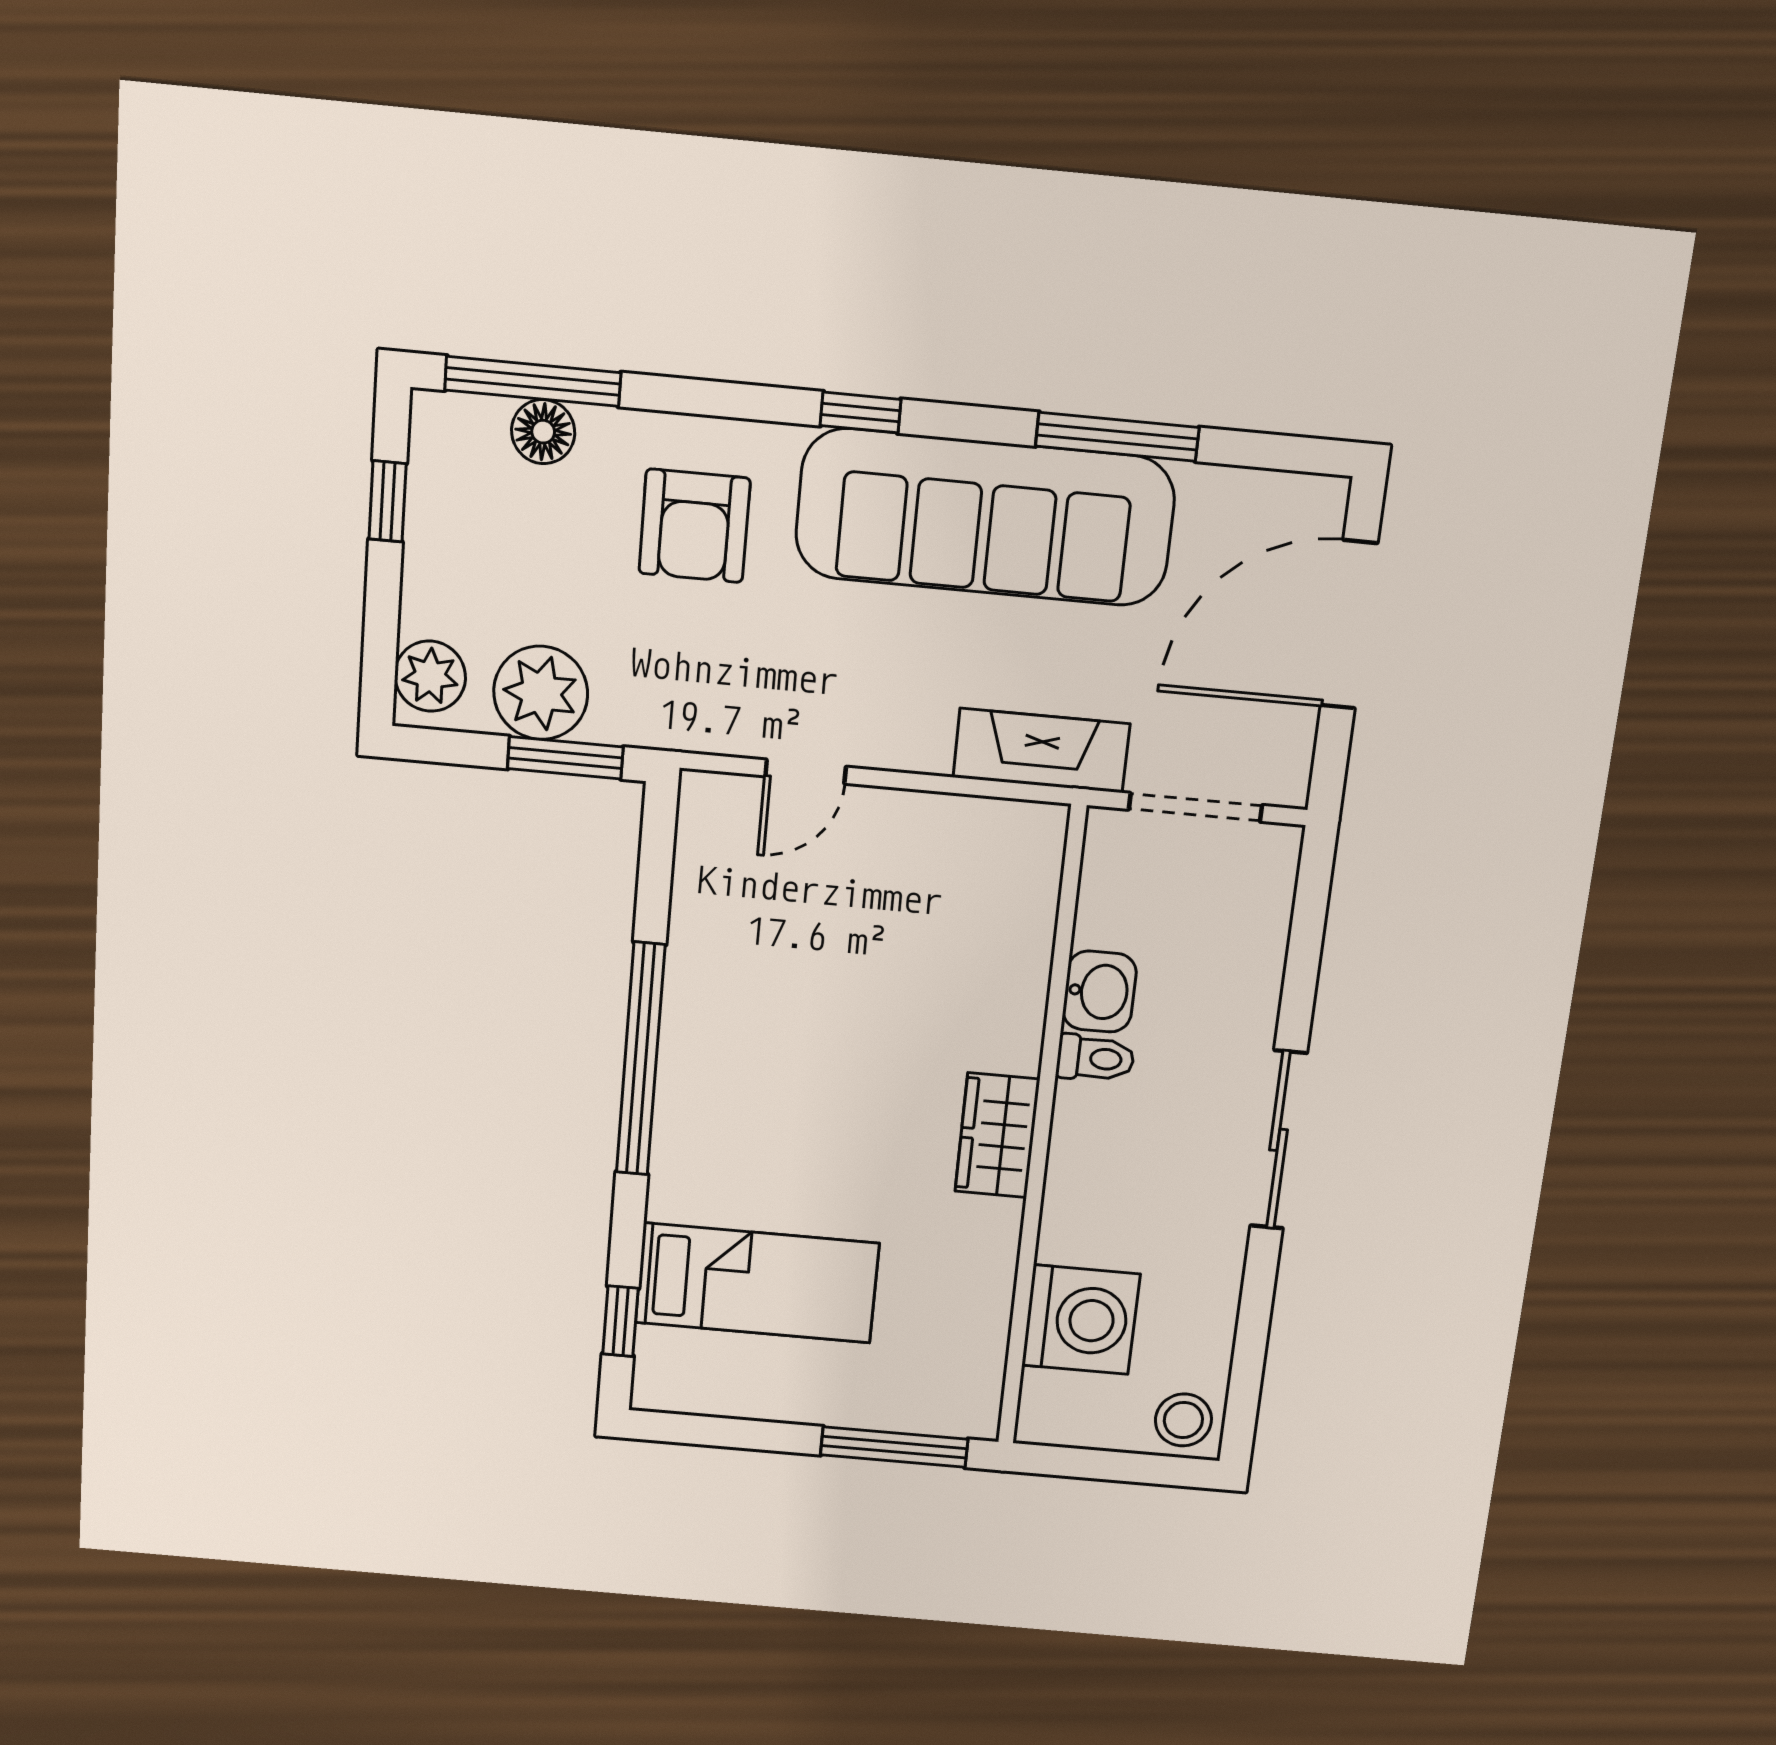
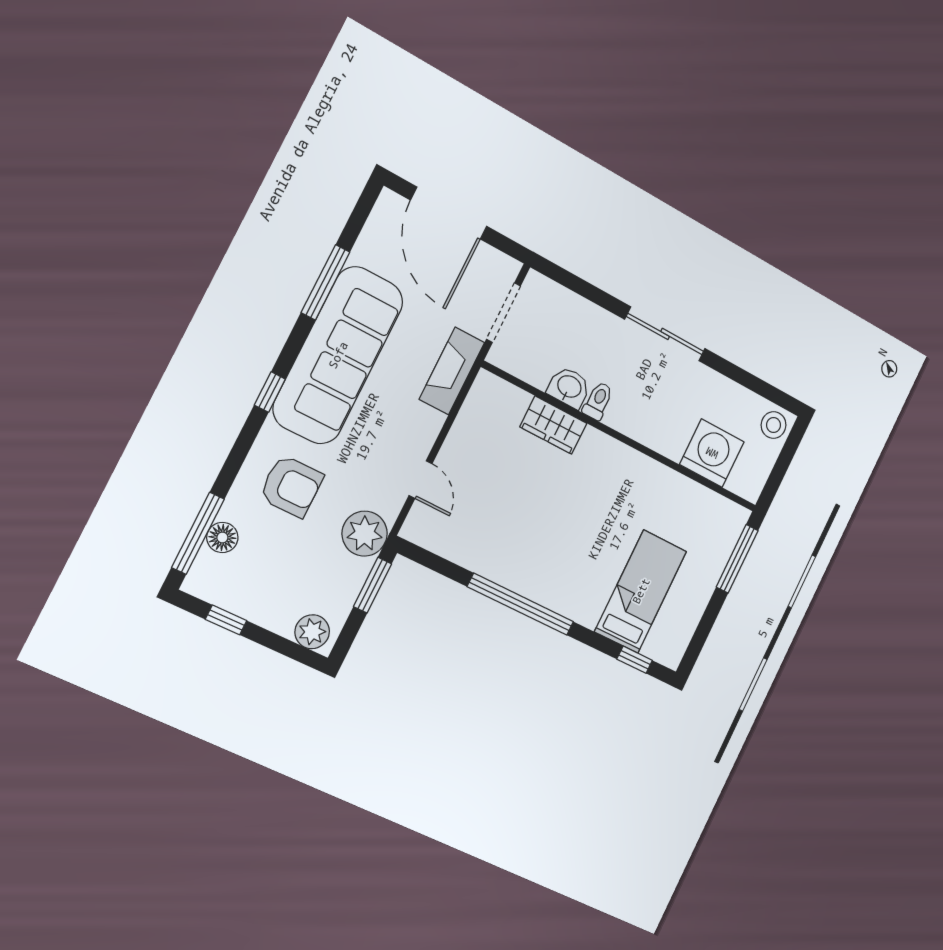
plant: (541, 693) -> (365, 534), moved
wardrobe: (997, 1135) -> (553, 425), moved

